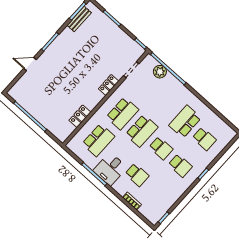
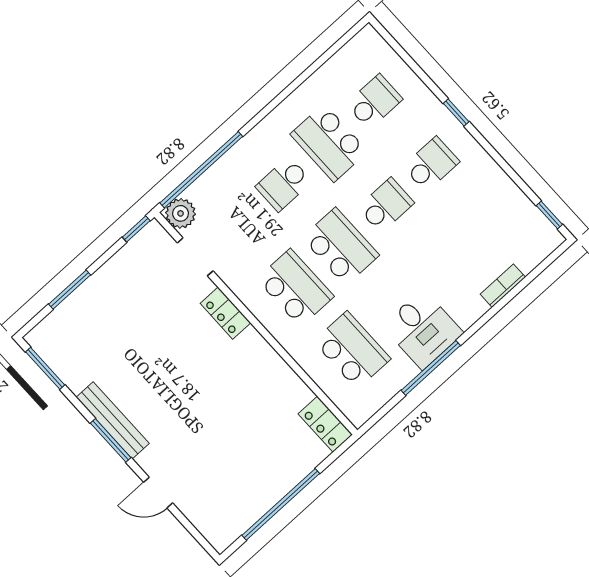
bench: (79, 19) -> (113, 420), moved, width x1.36
door: (30, 64) -> (158, 493), hinge flipped
plant: (160, 72) -> (181, 213), moved
locker: (80, 116) -> (325, 424), moved
school desk: (137, 175) -> (284, 184), moved, turned 180

